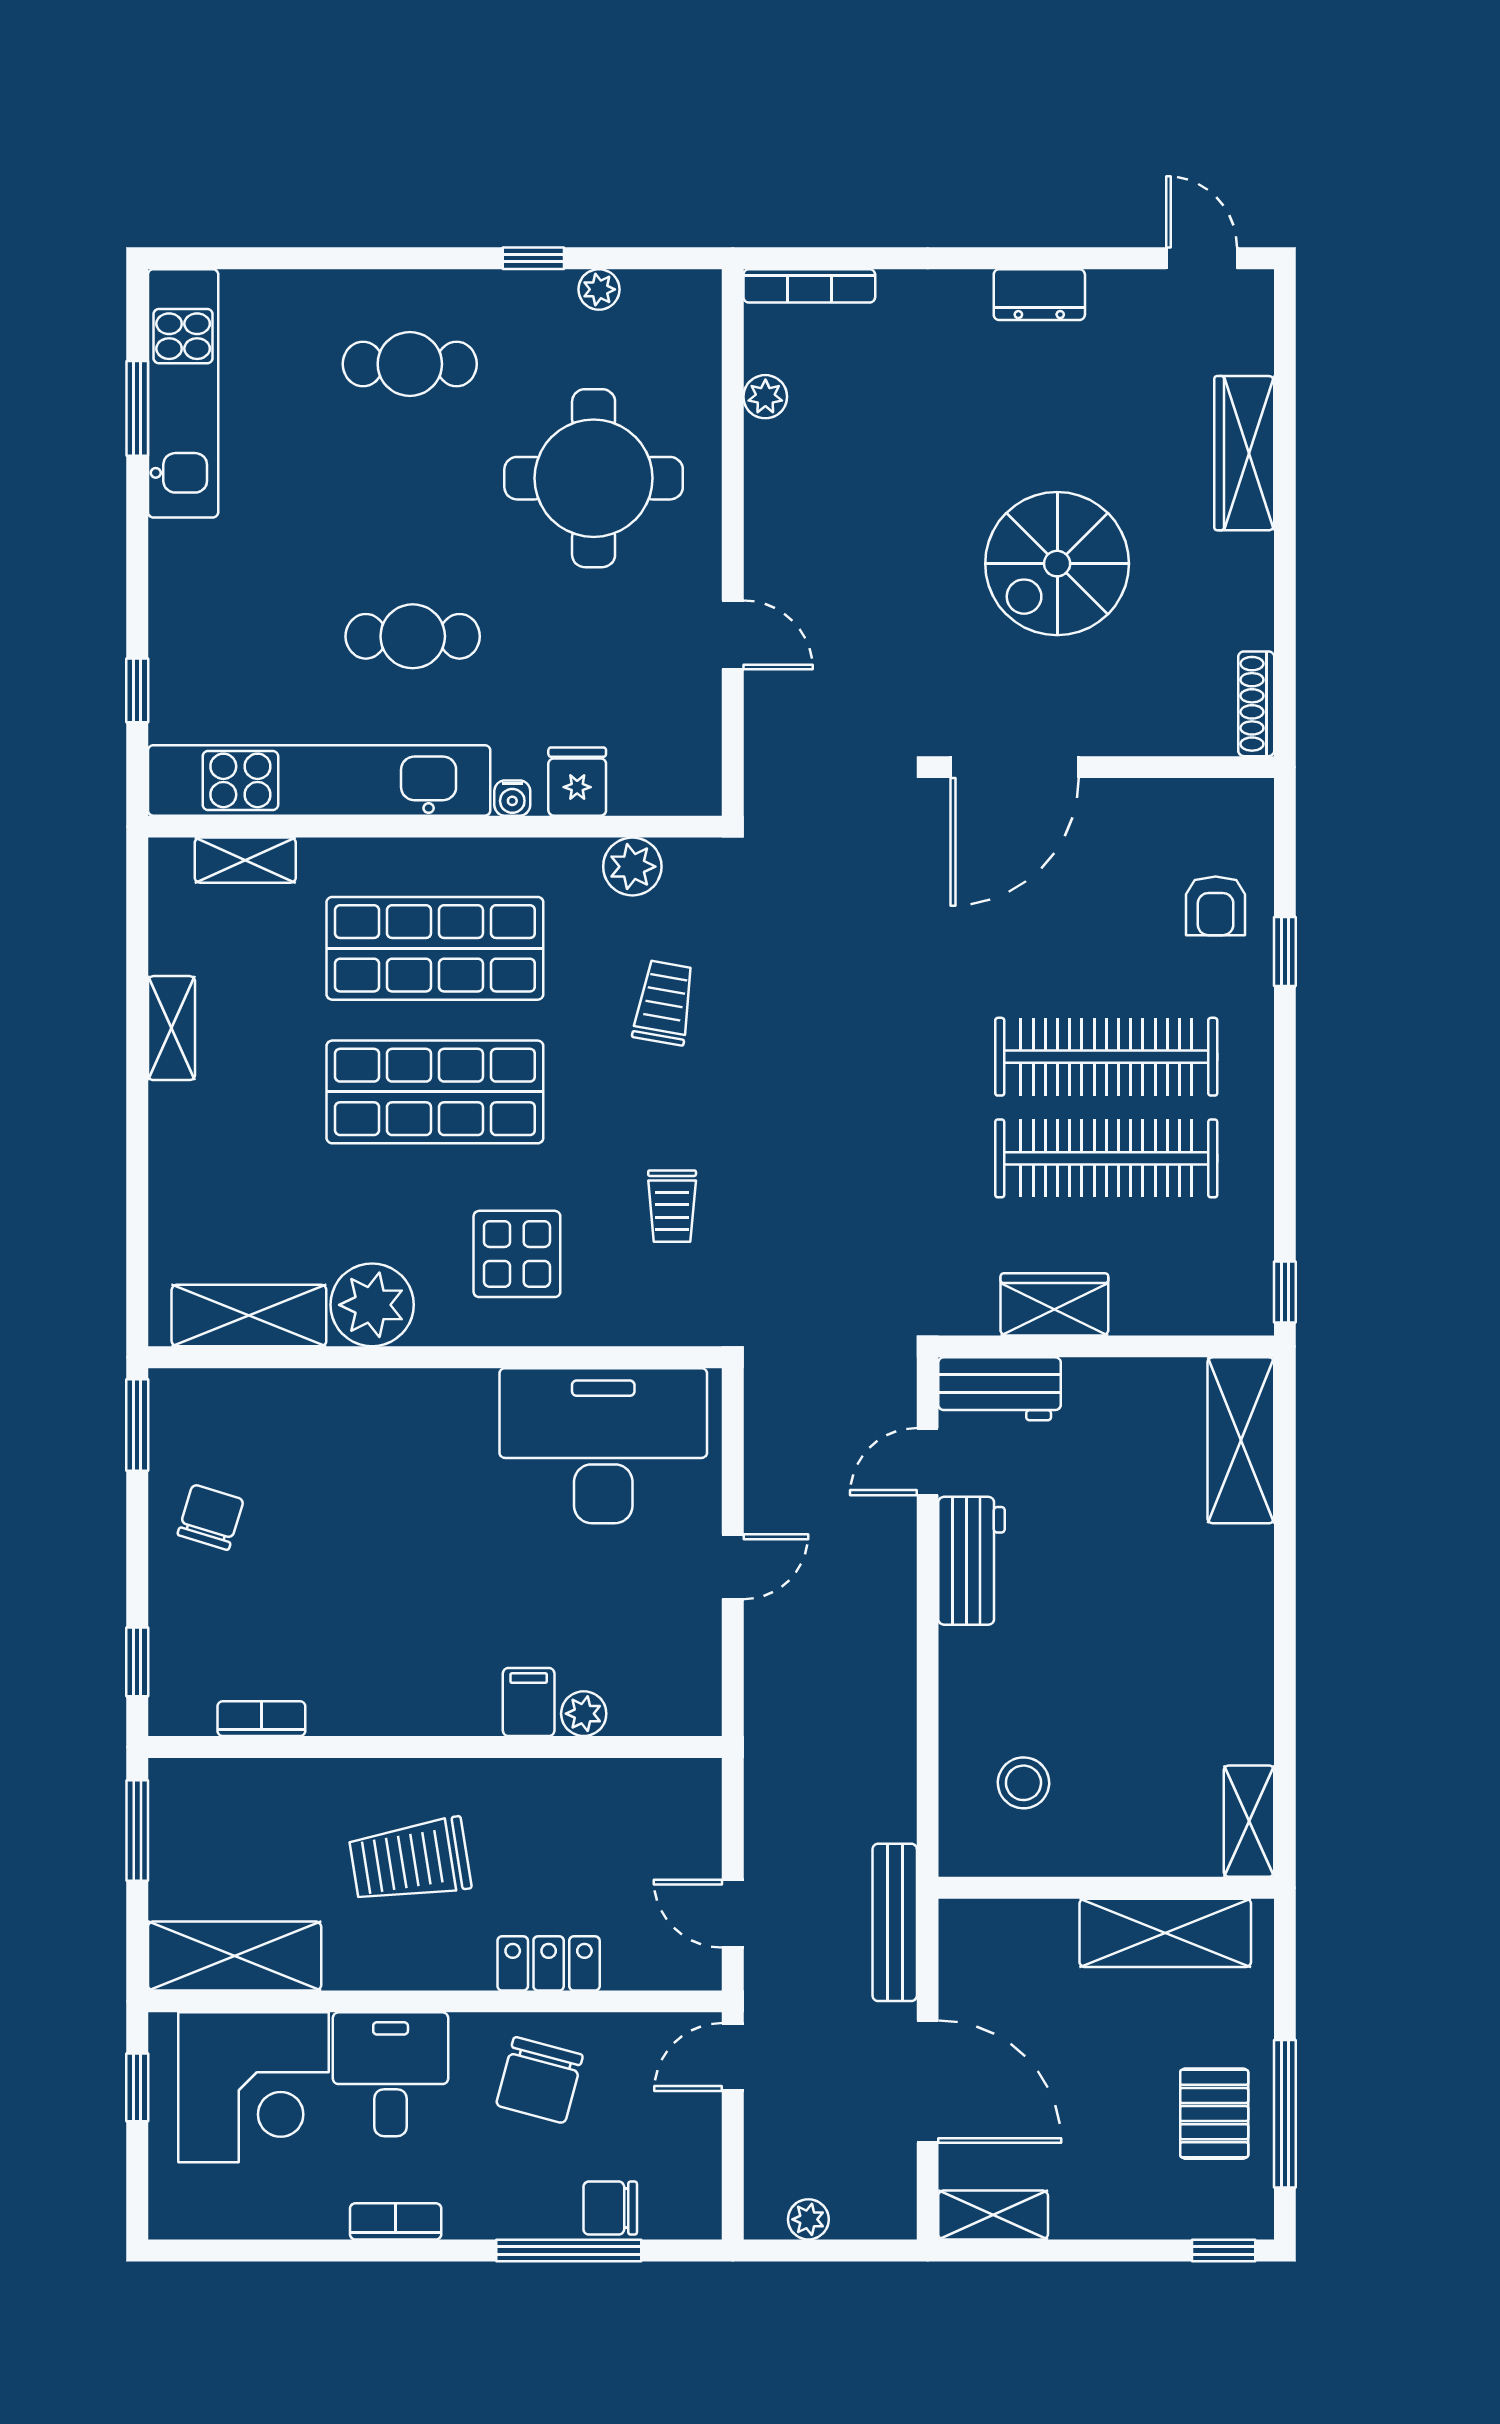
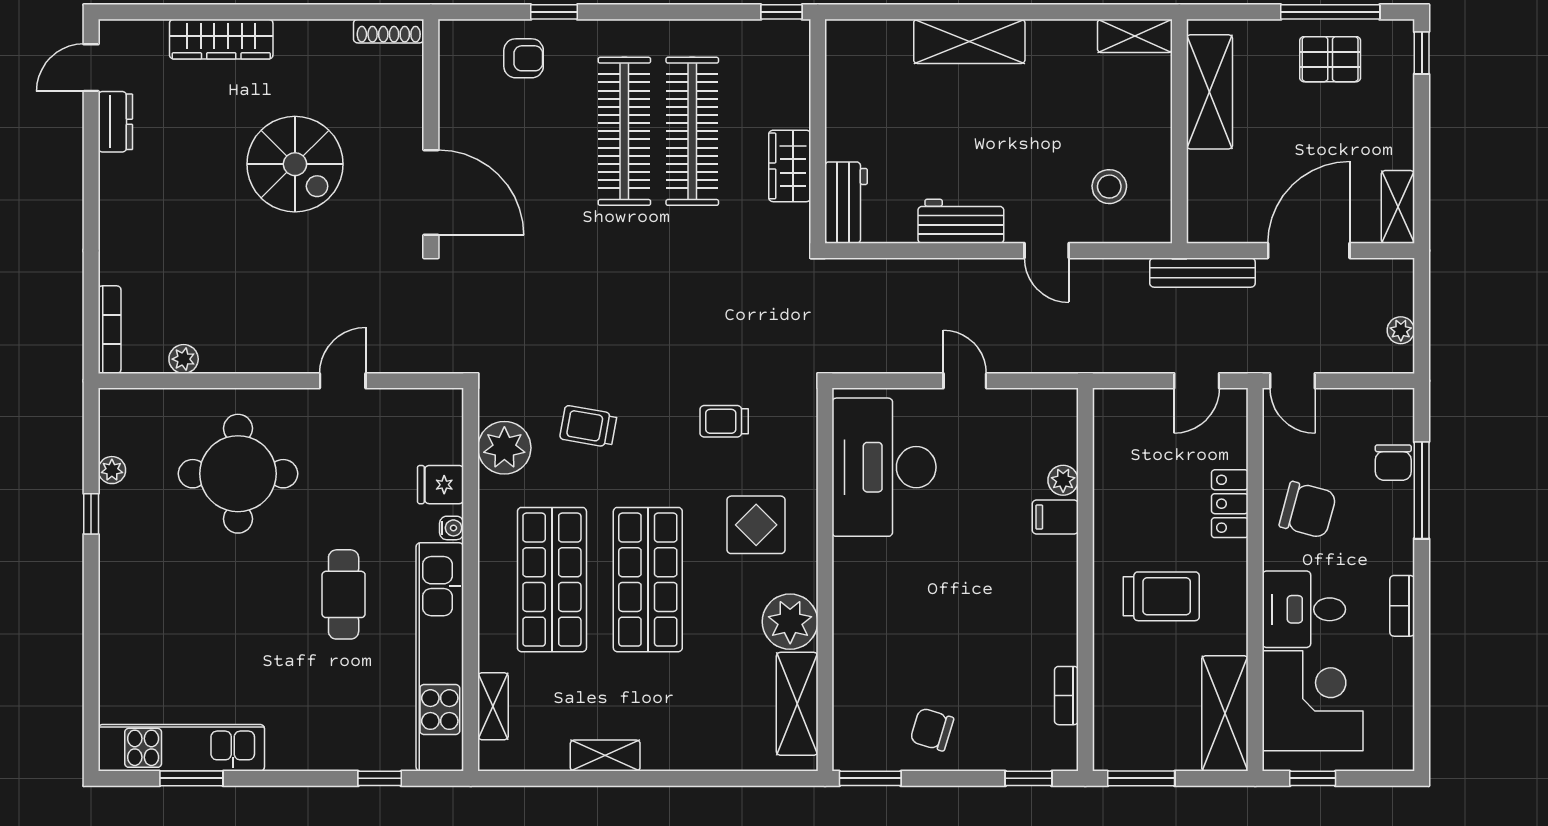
dresser: (1039, 295) -> (115, 122), moved
cafe table: (410, 364) -> (162, 596), removed
plant: (632, 867) -> (504, 448), width x1.36, depth x1.36
trolley: (672, 1206) -> (724, 421), turned 180
shelving: (1241, 1440) -> (969, 41), moved
door: (928, 1462) -> (1047, 251), moved
trolley: (410, 1861) -> (1161, 596), turned -81

